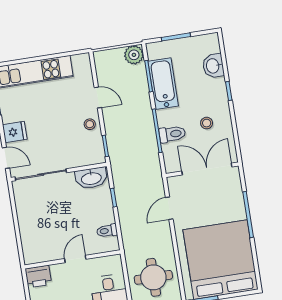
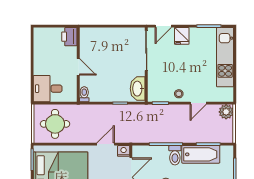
plant: (134, 55) -> (226, 112), moved
toilet: (172, 134) -> (175, 155), moved
nightstand: (174, 184) -> (124, 151), added
door: (169, 208) -> (106, 144), hinge flipped
toilet: (107, 231) -> (84, 94), moved

